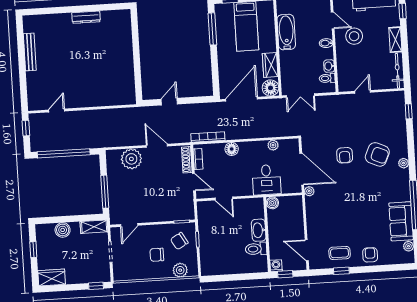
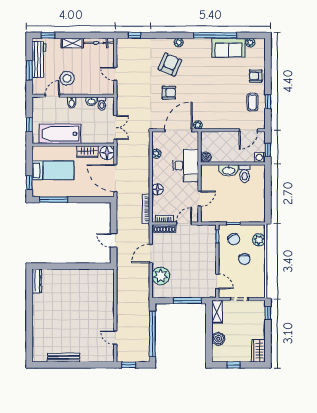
dresser: (86, 17) -> (37, 281), moved
bathtub: (286, 32) -> (60, 134), width x1.36, depth x1.36
desk: (266, 180) -> (186, 165), width x1.37

